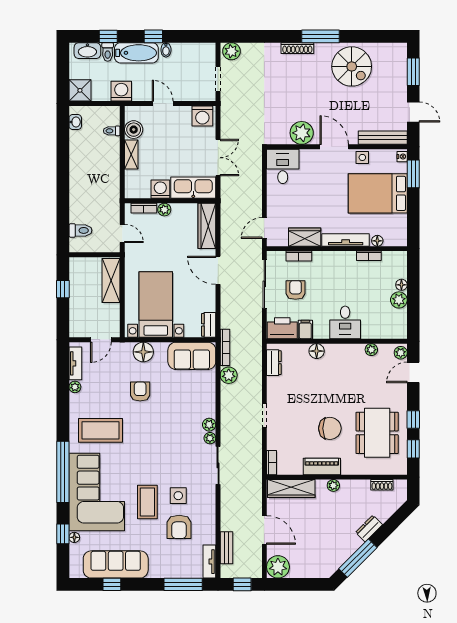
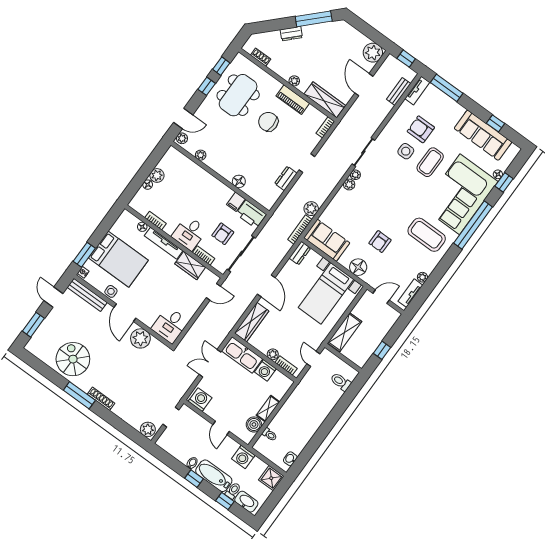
desk: (345, 322) -> (189, 233), moved, turned 180
dresser: (274, 363) -> (286, 178), moved
armchair: (179, 527) -> (421, 129), turned -90

